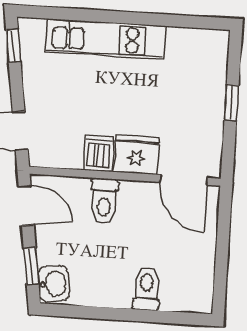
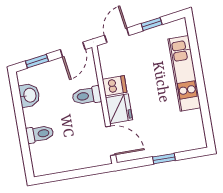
window: (13, 46) -> (152, 24), moved
door: (184, 180) -> (111, 141), swing flipped
washbasin: (54, 284) -> (29, 95), moved, turned -82

